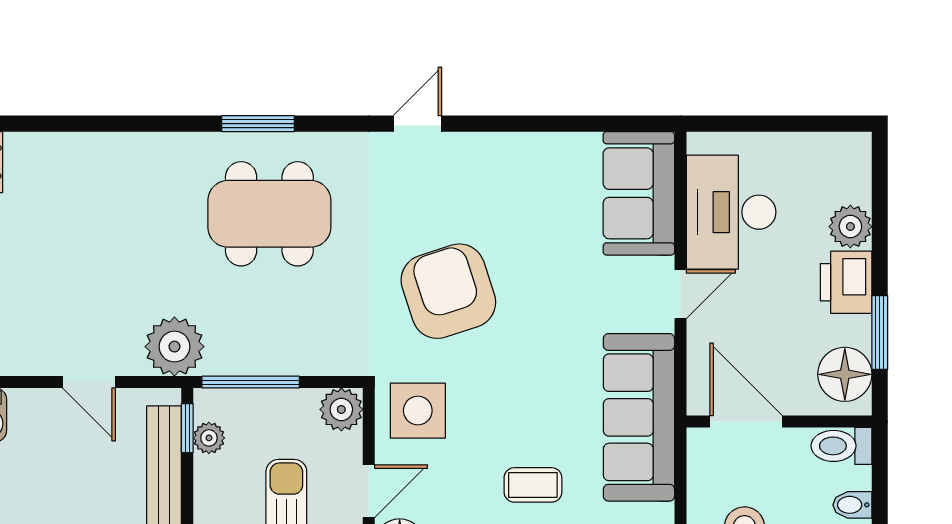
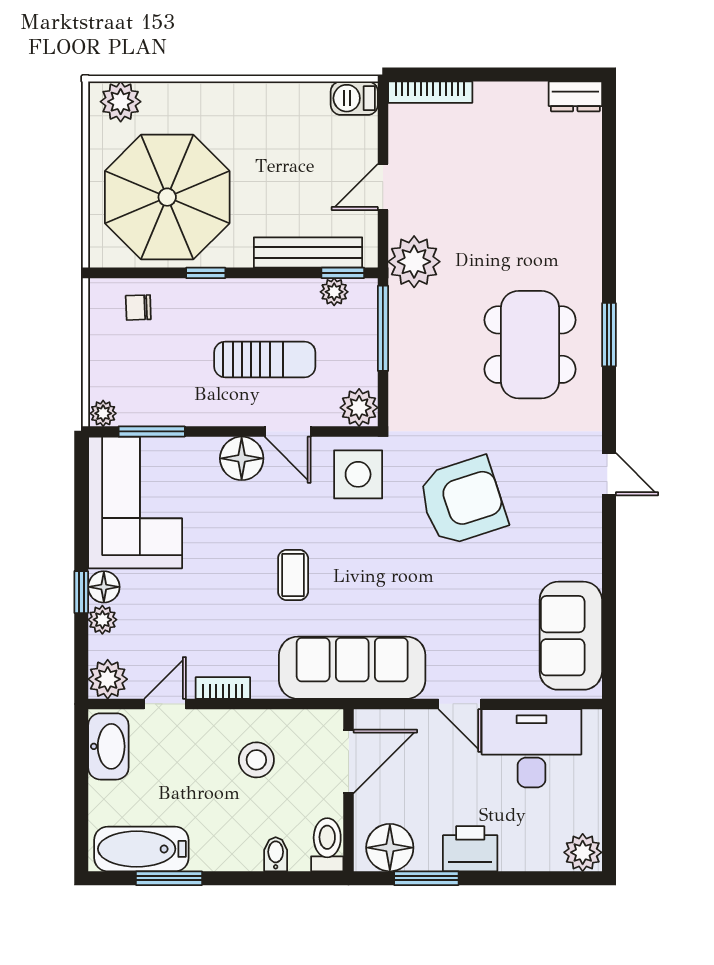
sofa: (639, 193) -> (571, 636), moved, turned -90
plant: (850, 227) -> (583, 852), moved

